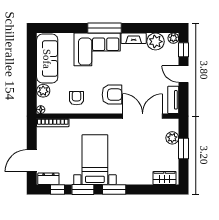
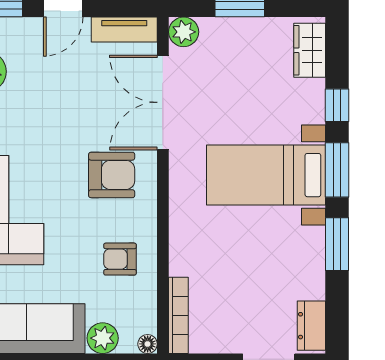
armchair: (112, 95) -> (112, 175), turned 90
plant: (172, 138) -> (184, 32), moved
bed with nightstands: (95, 160) -> (266, 175), moved
window: (57, 189) -> (337, 105), moved

